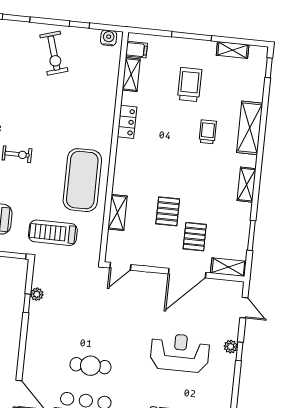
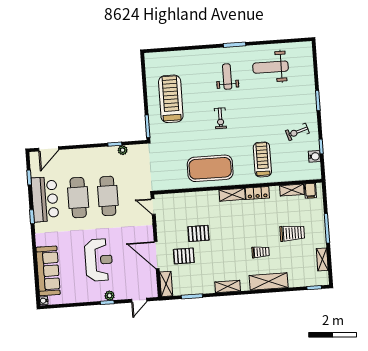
water cooler: (109, 38) -> (314, 156), moved
exercise bike: (54, 53) -> (297, 132), width x0.73, depth x0.72
shelving: (117, 212) -> (232, 195), moved
treadmill: (53, 233) -> (262, 159), moved
cafe table: (95, 325) -> (108, 196), added
cafe table: (90, 366) -> (78, 198), width x1.37, depth x1.35

